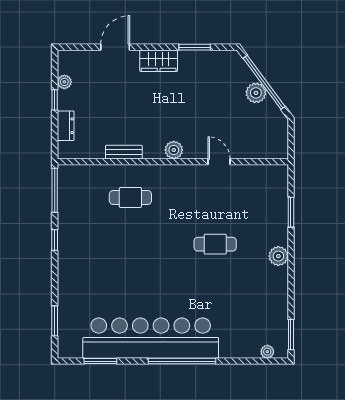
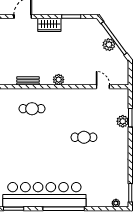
door: (219, 162) -> (103, 87), moved
plant: (278, 256) -> (123, 121), moved

